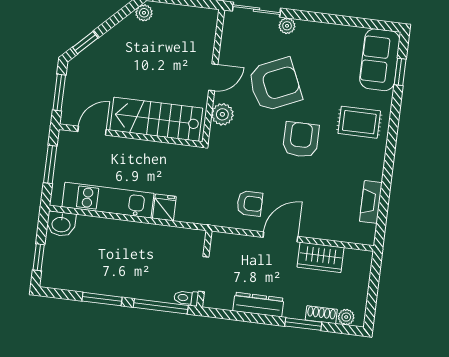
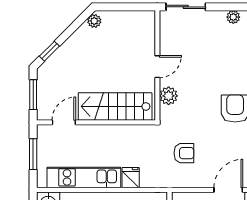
plant: (287, 26) -> (233, 17), moved
armchair: (275, 85) -> (208, 66), removed
armchair: (250, 203) -> (184, 153), moved

